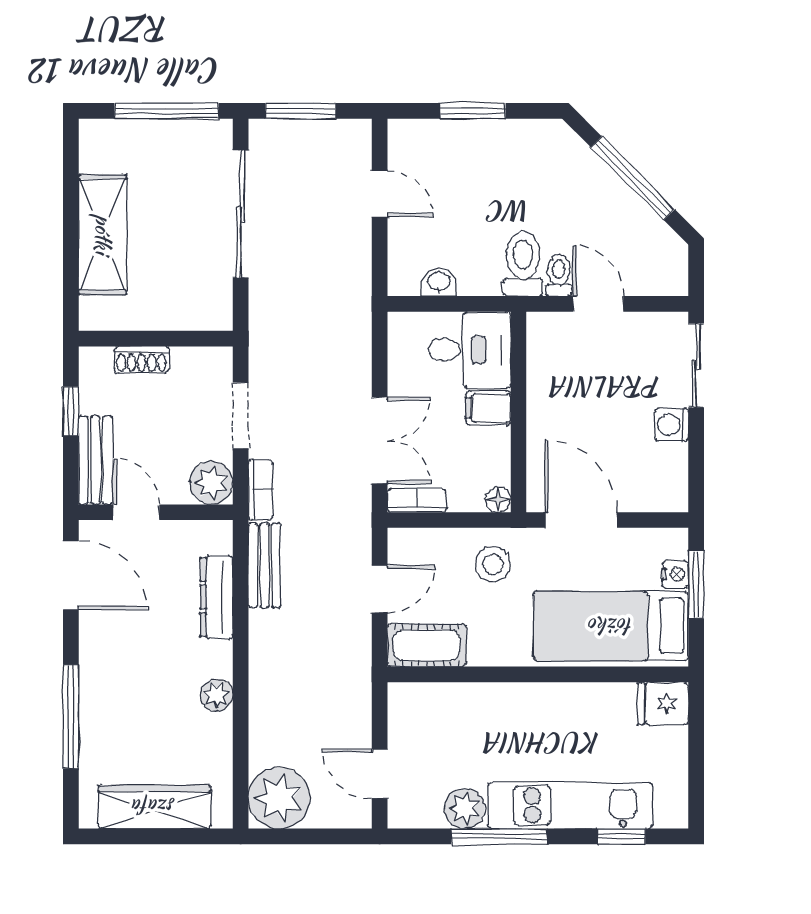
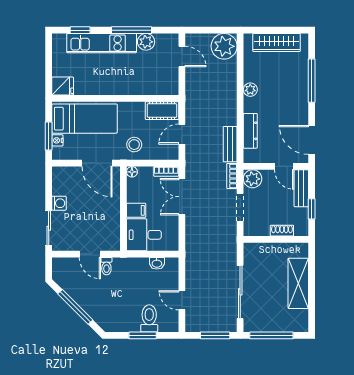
toilet: (523, 264) -> (149, 318), moved, turned 180

